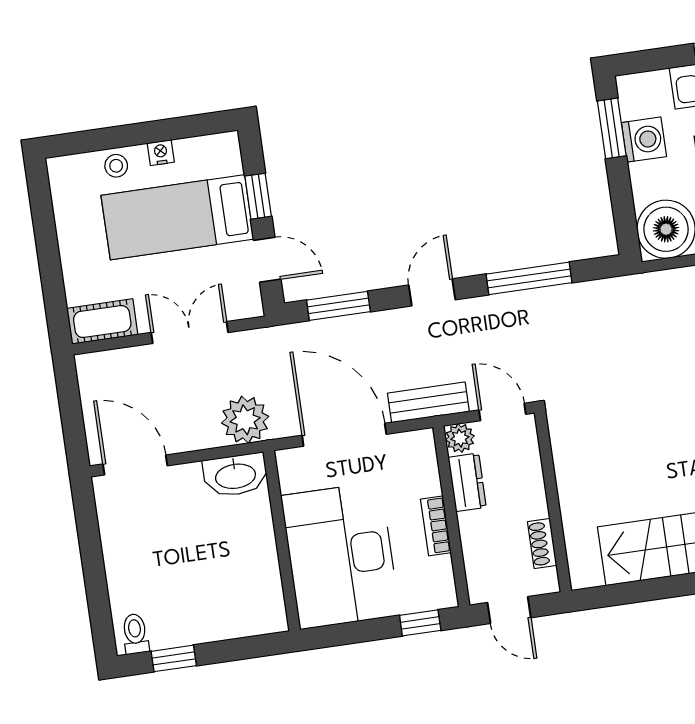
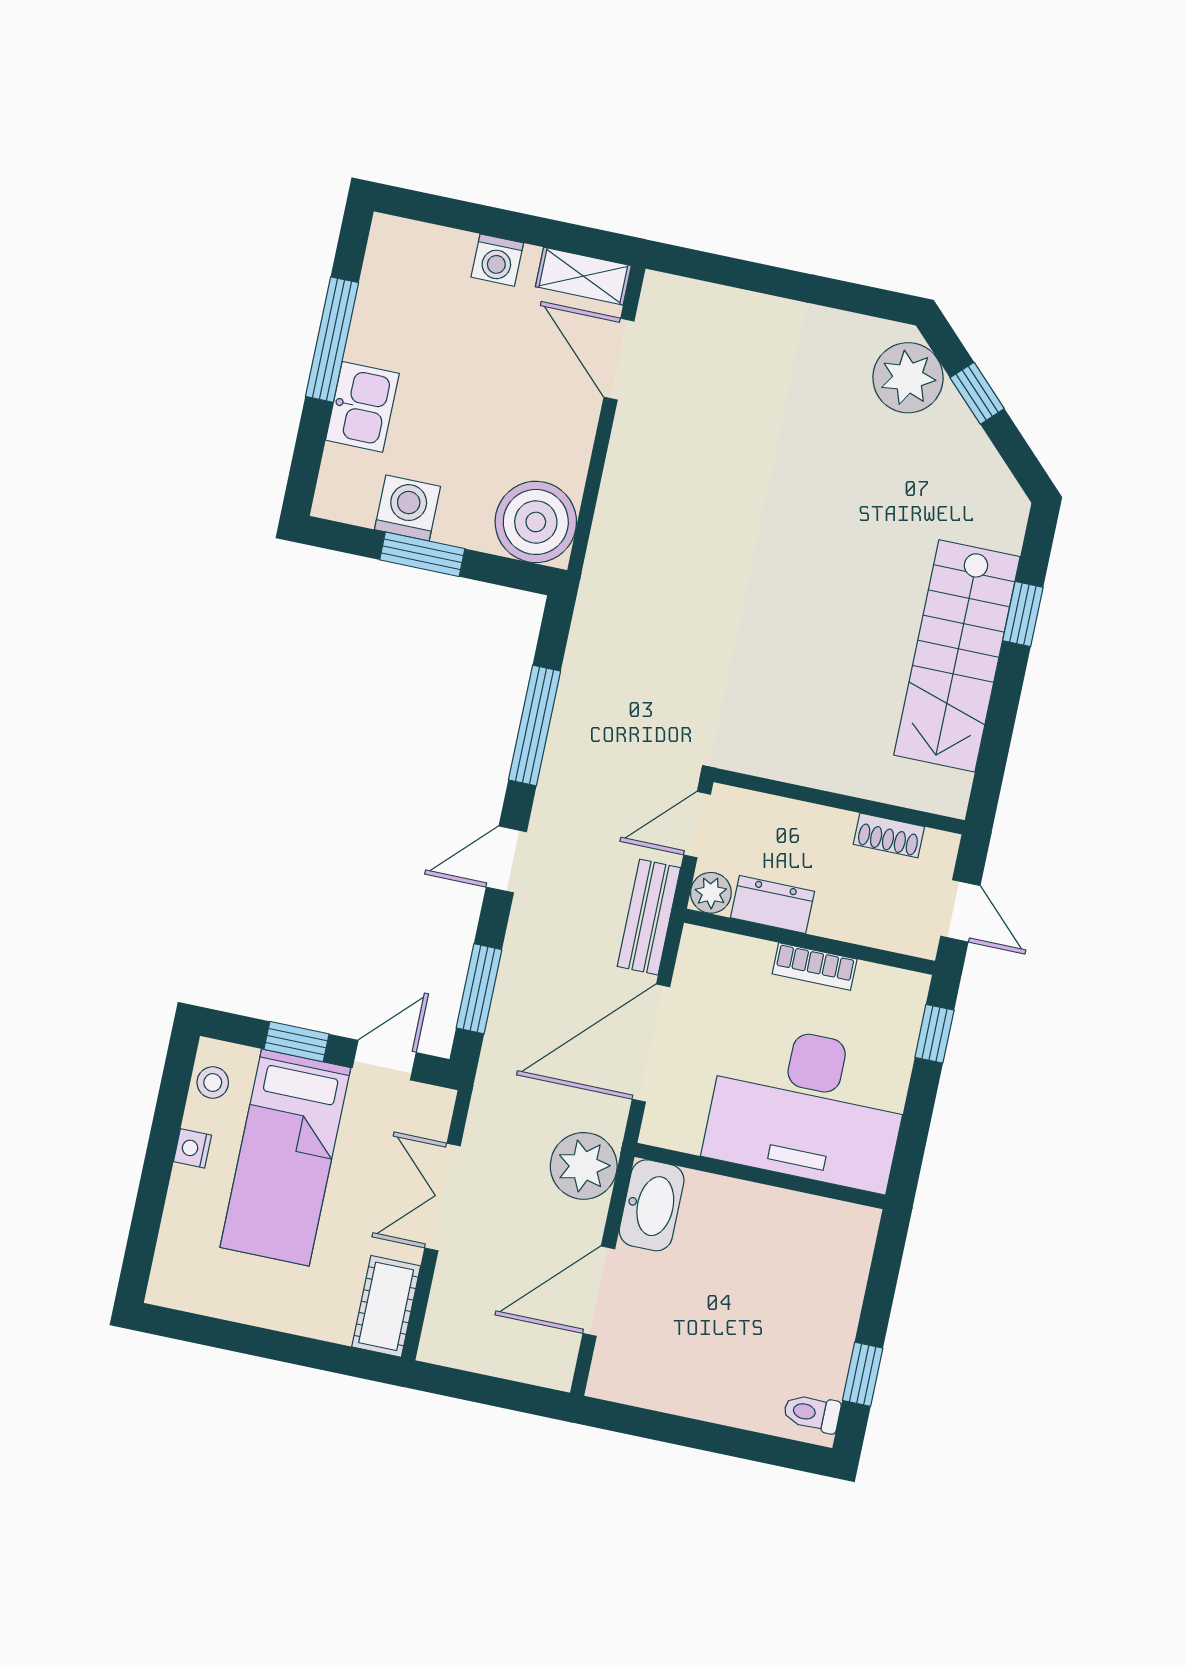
window: (612, 128) -> (422, 554), moved
stool: (116, 166) -> (213, 1083), moved
door: (432, 292) -> (506, 859), hinge flipped
door: (135, 465) -> (599, 1291), moved
door: (509, 610) -> (960, 911), hinge flipped

